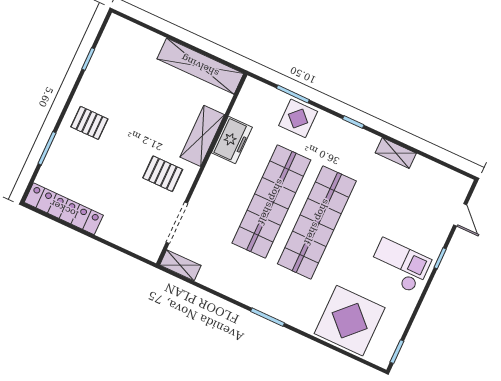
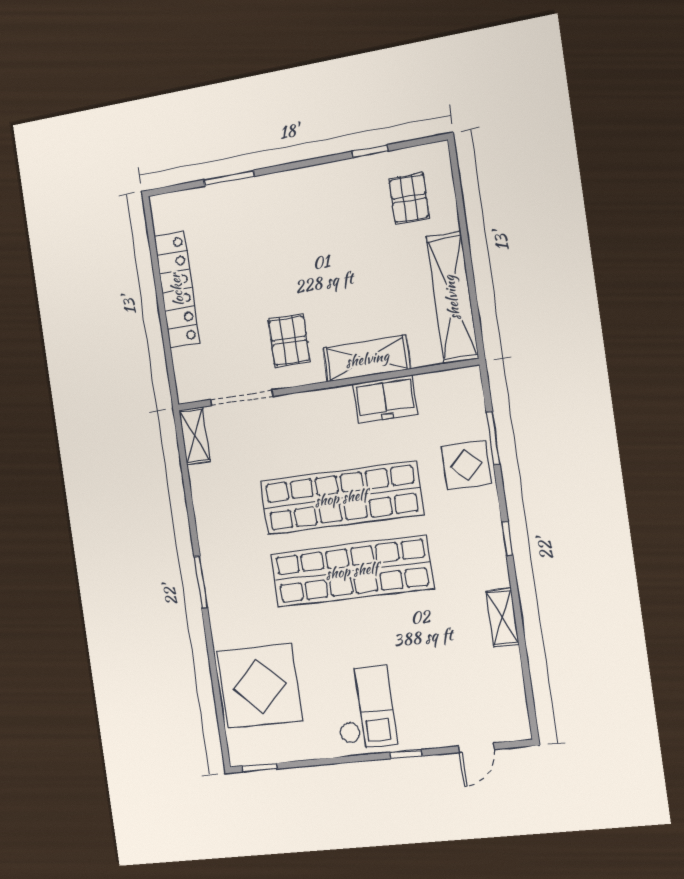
pallet: (89, 123) -> (409, 199), moved
locker: (64, 209) -> (177, 290), moved

